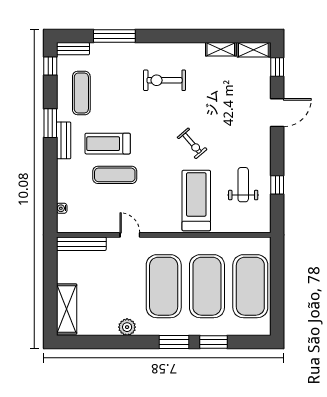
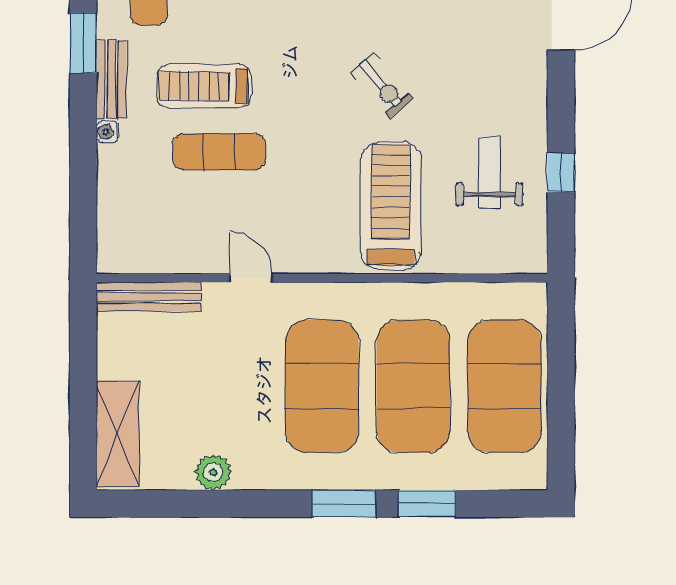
water cooler: (62, 208) -> (107, 132), moved
plant: (127, 327) -> (213, 472), moved

